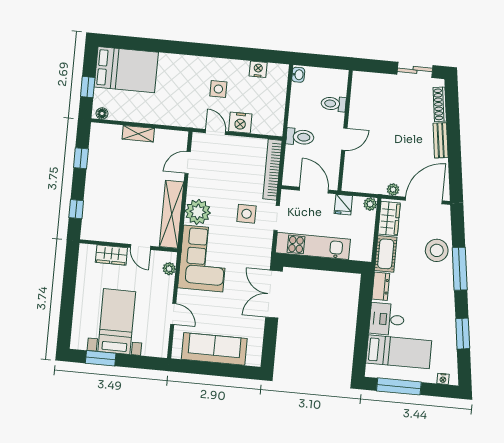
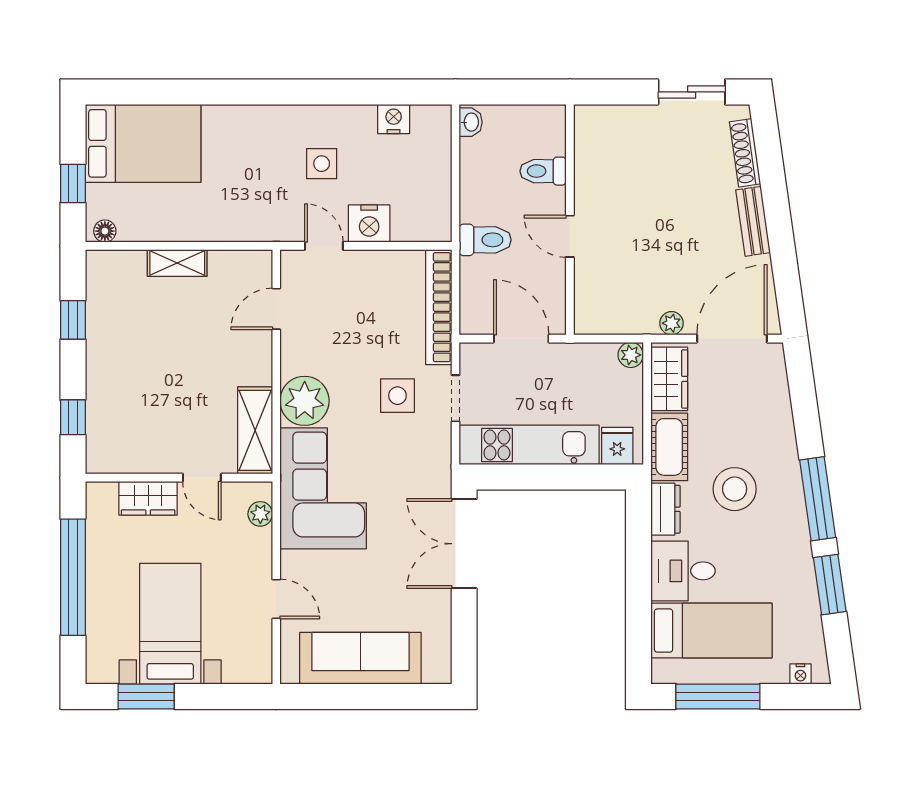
door: (344, 139) -> (570, 236), swing flipped
fridge: (343, 205) -> (617, 446), moved, turned 180
shelving: (172, 214) -> (255, 430), width x0.68
stool: (437, 250) -> (735, 489), moved
window: (460, 269) -> (818, 499), moved
window: (68, 292) -> (73, 577), added

